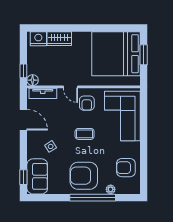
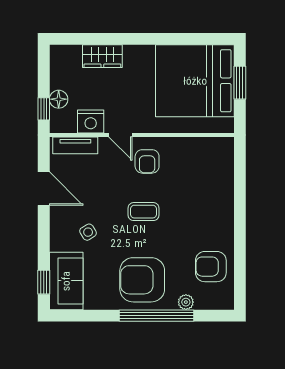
nightstand: (38, 39) -> (91, 121), moved, turned 180
floor lamp: (33, 80) -> (59, 99), moved
corner sofa: (122, 116) -> (205, 183), removed

